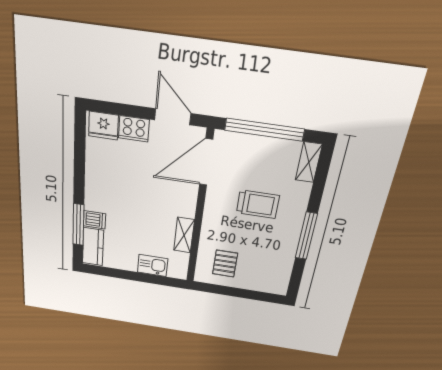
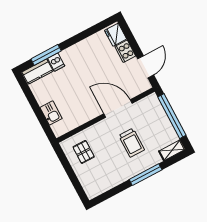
door: (206, 162) -> (118, 108), moved
shelving: (184, 235) -> (84, 117), removed
window: (306, 236) -> (146, 175), moved
pallet: (225, 264) -> (84, 152), turned 90

